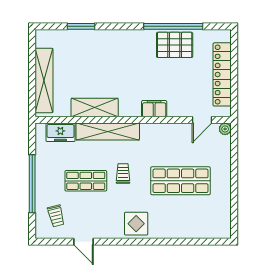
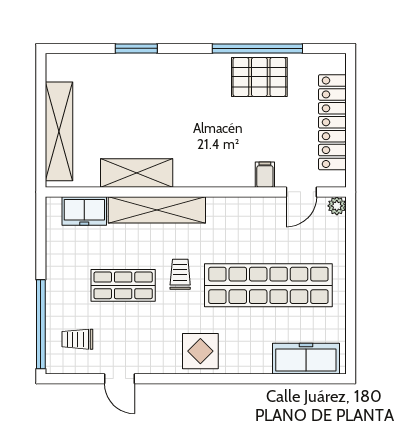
window: (81, 26) -> (136, 48), moved
filing cabinet: (154, 109) -> (265, 175), moved, width x0.50
shop shelf: (180, 181) -> (268, 285), width x1.40
window: (32, 184) -> (41, 324), moved
trolley: (56, 216) -> (77, 339), turned 104
freezer: (205, 229) -> (306, 359), added

